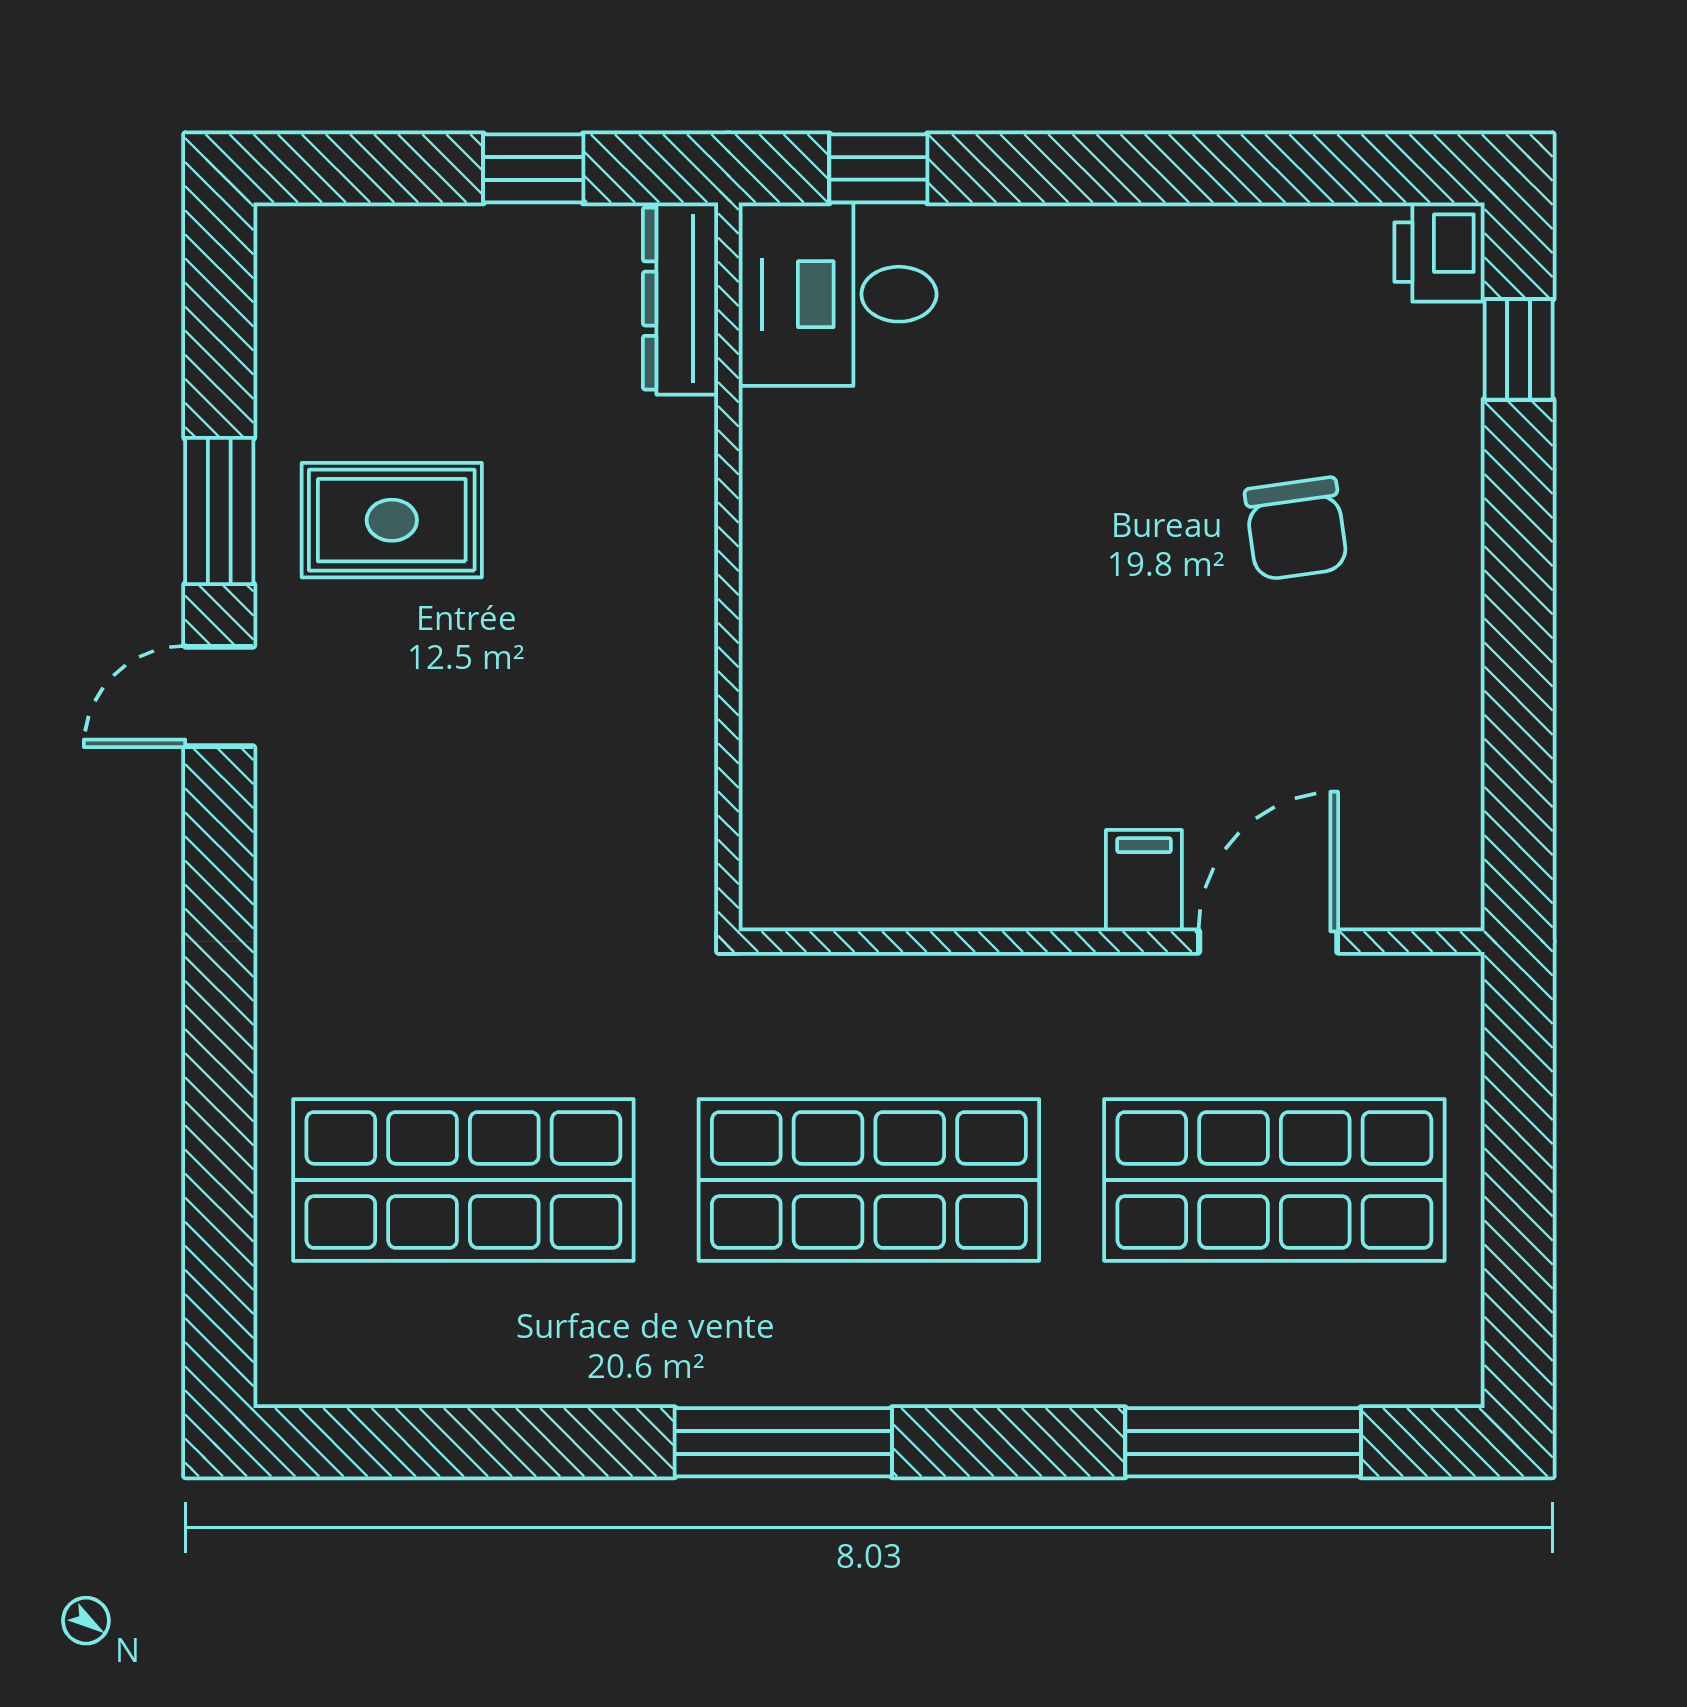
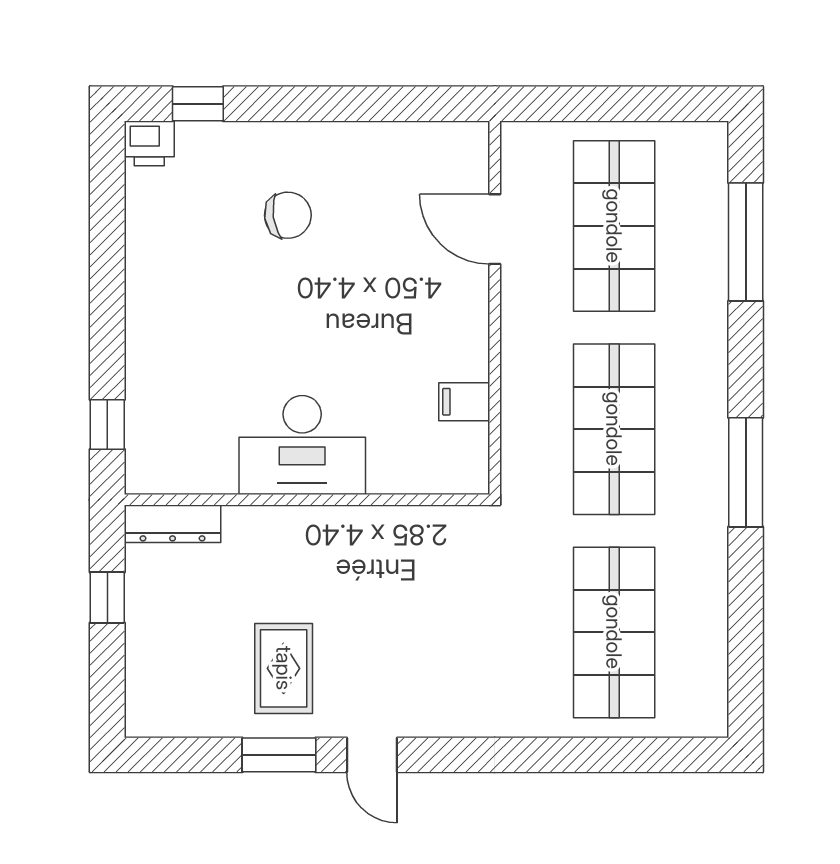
desk: (838, 294) -> (302, 445), moved, width x1.37
filing cabinet: (1144, 881) -> (464, 402), moved

